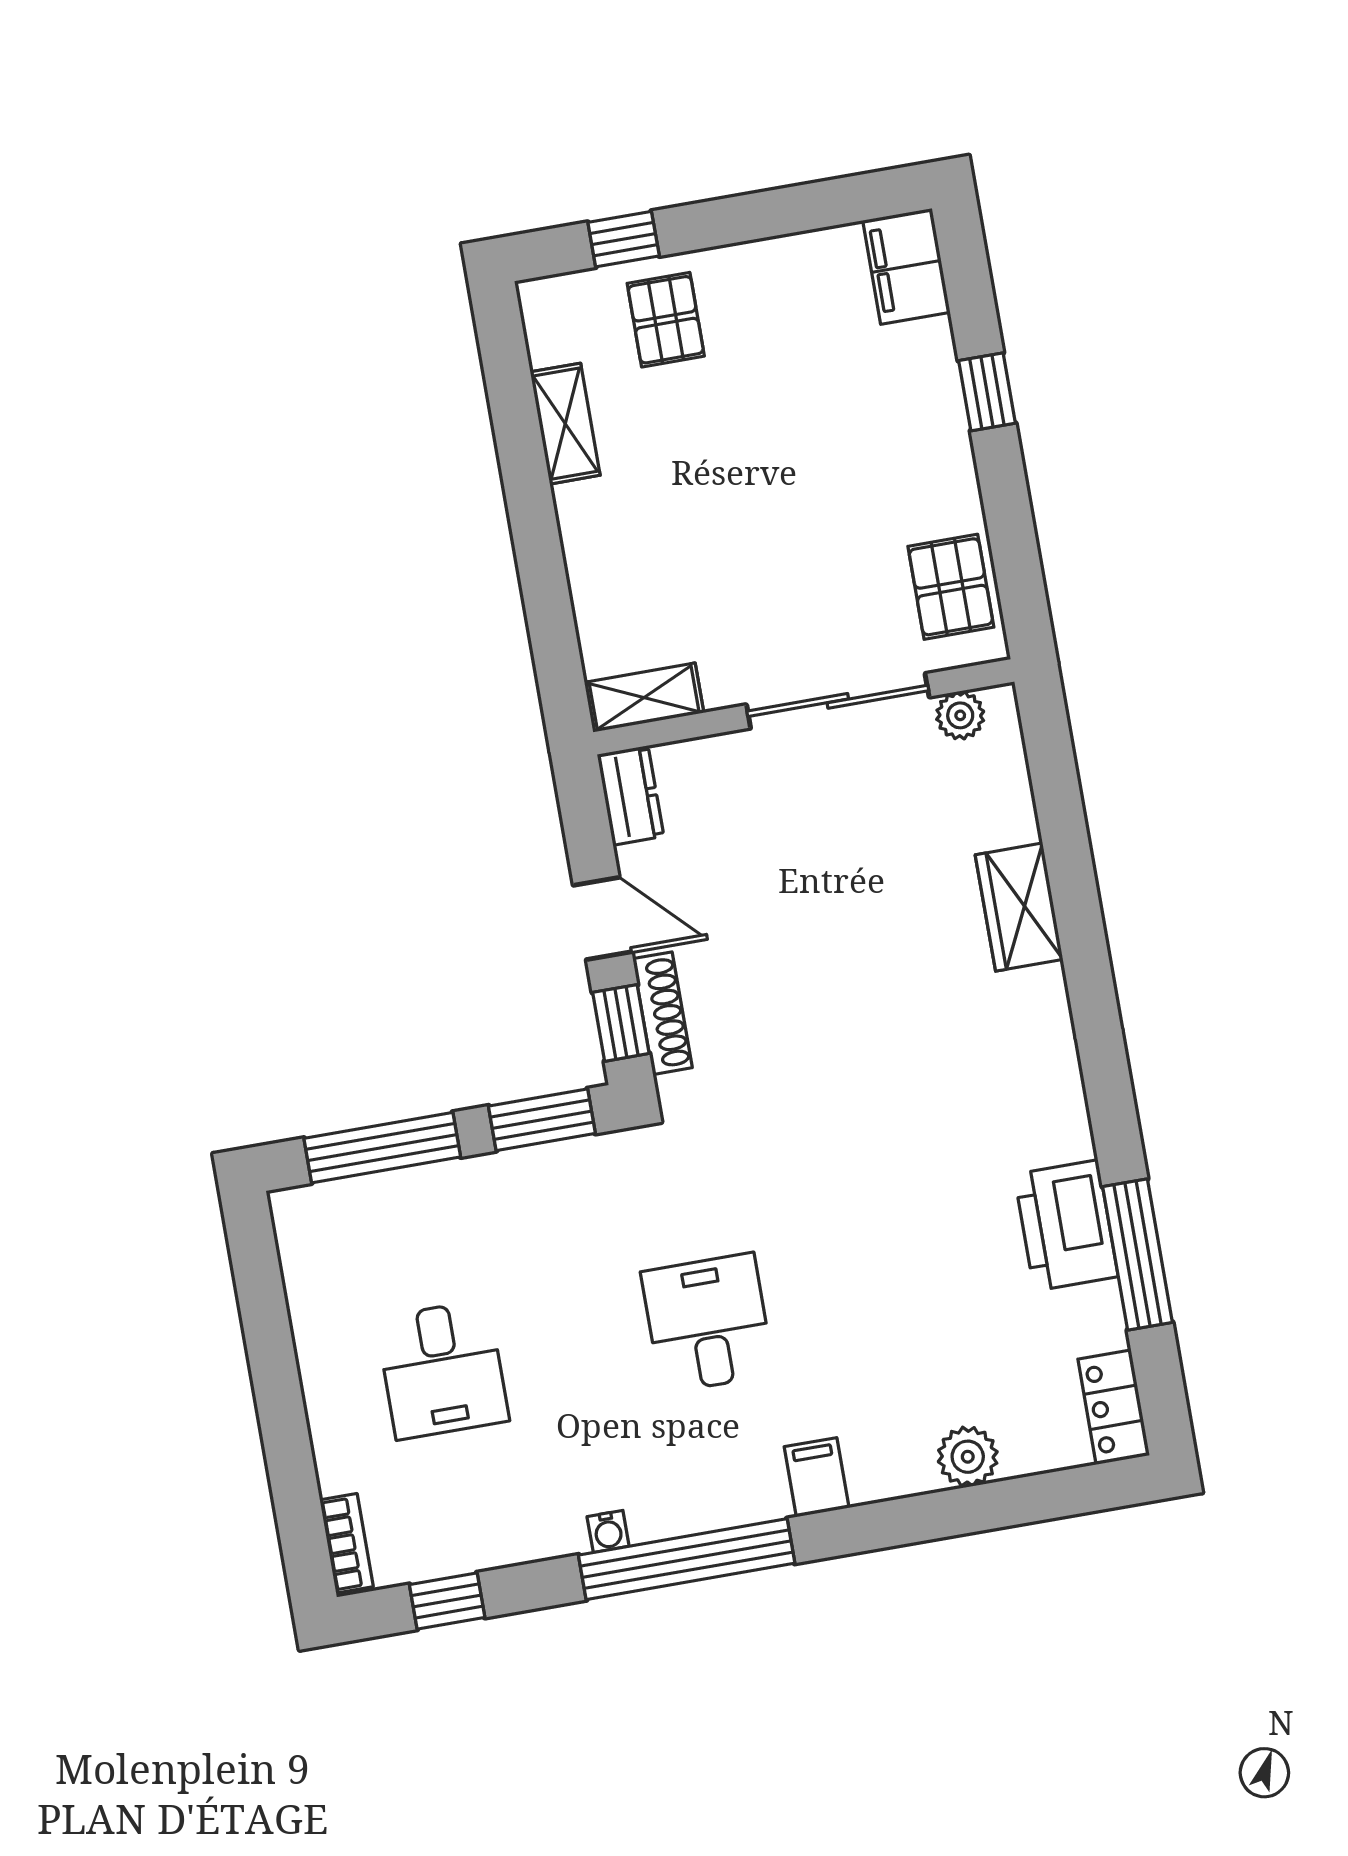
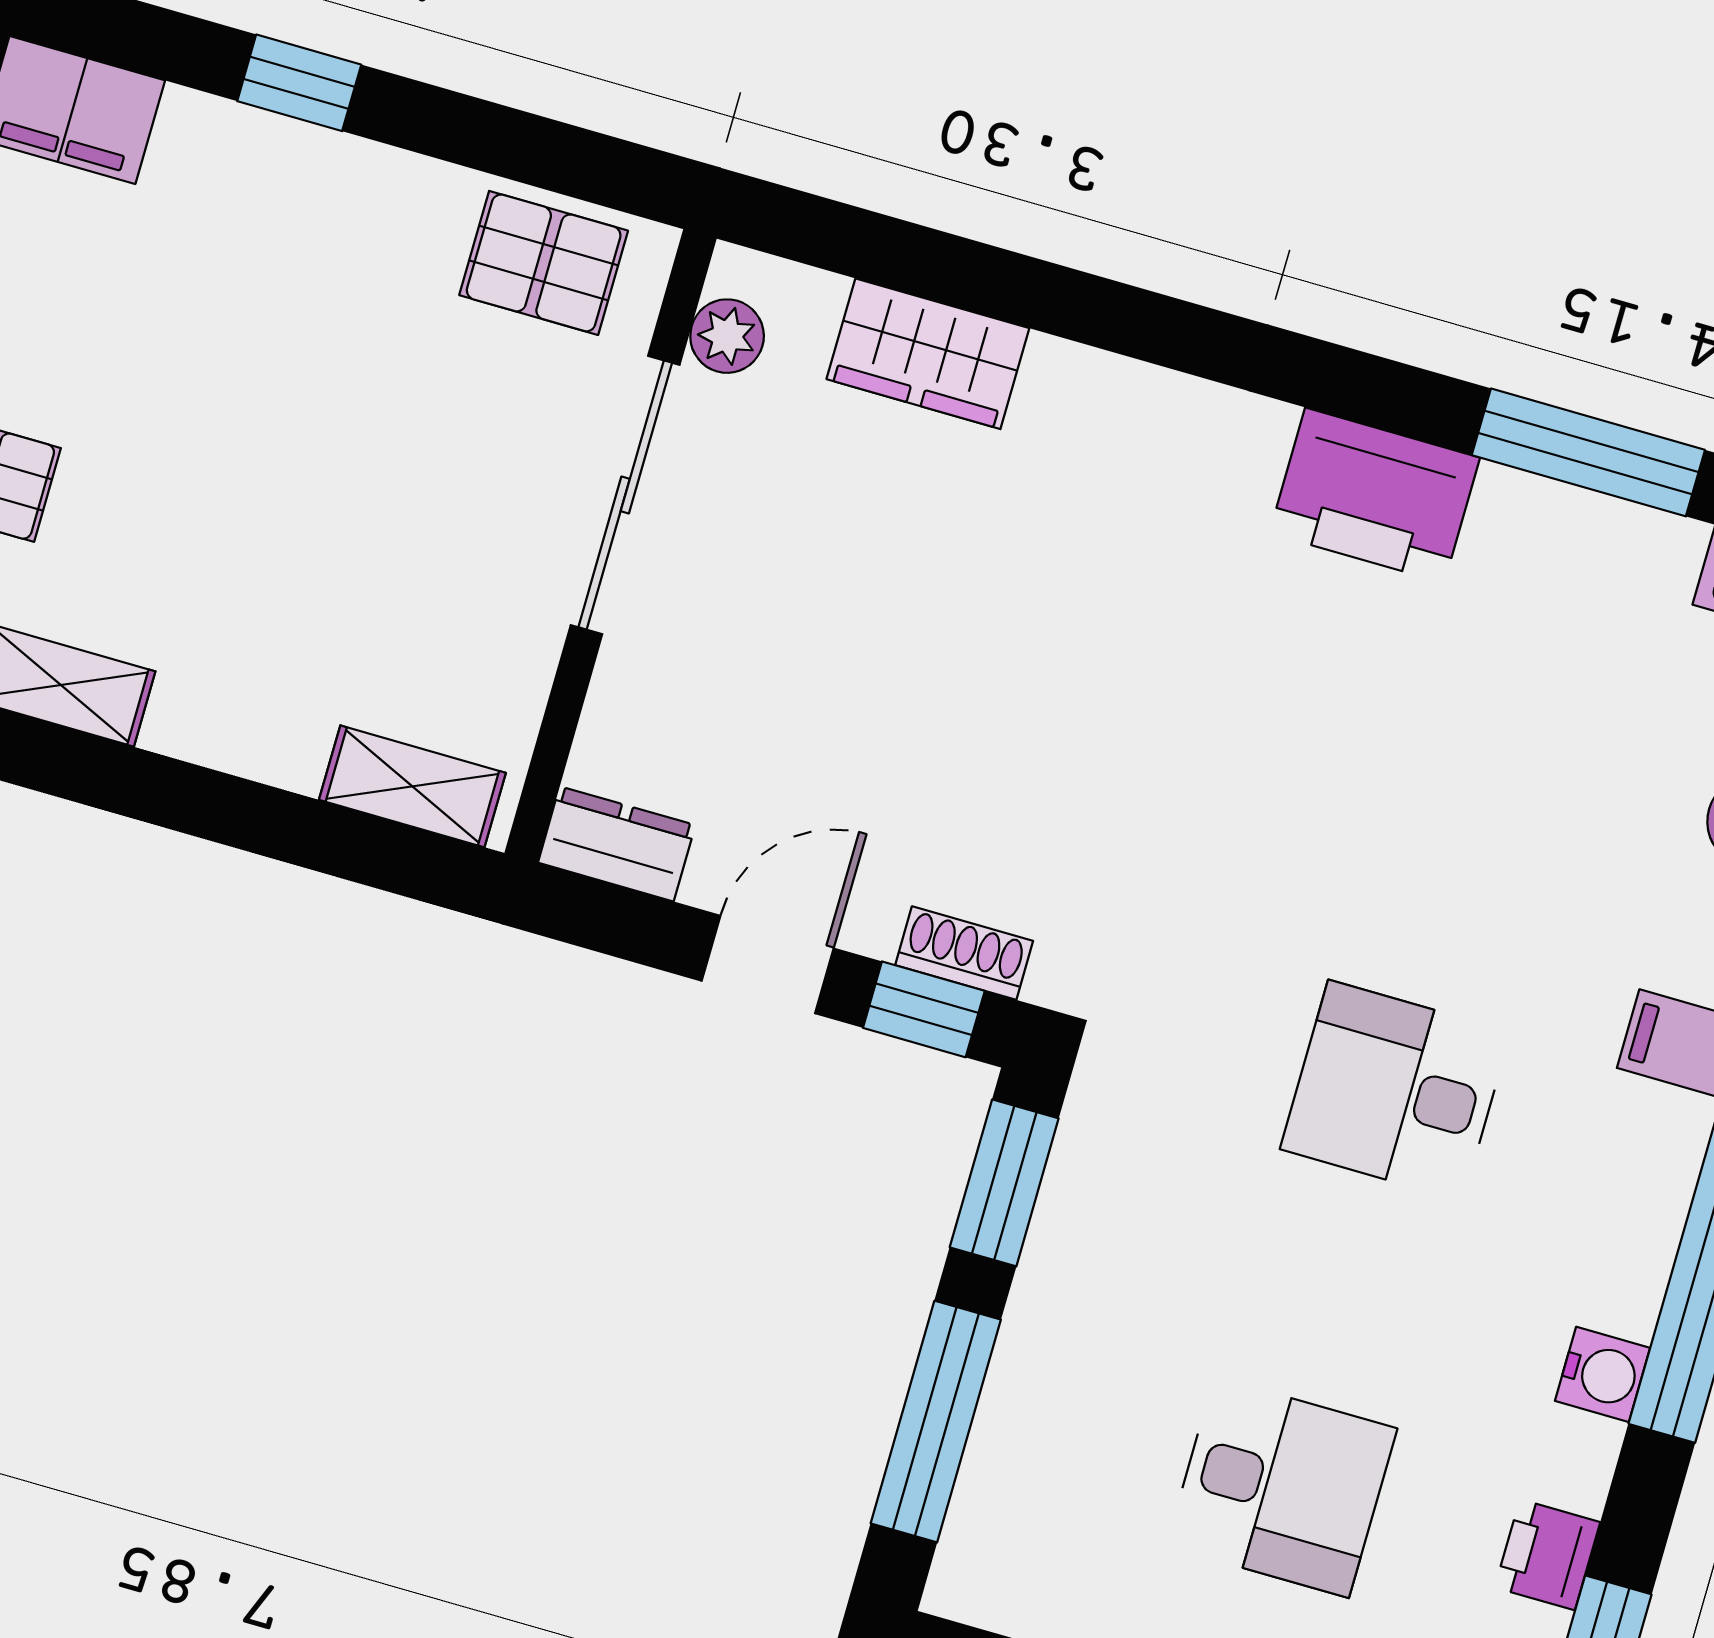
shelving: (644, 698) -> (412, 786), moved, turned 90
wardrobe: (1019, 907) -> (928, 354), moved
shoe rack: (662, 1013) -> (964, 953), width x0.70
printer: (1066, 1226) -> (1375, 495), moved
water cooler: (608, 1531) -> (1603, 1374), width x1.38, depth x1.38
printer: (478, 1545) -> (1547, 1555), added

